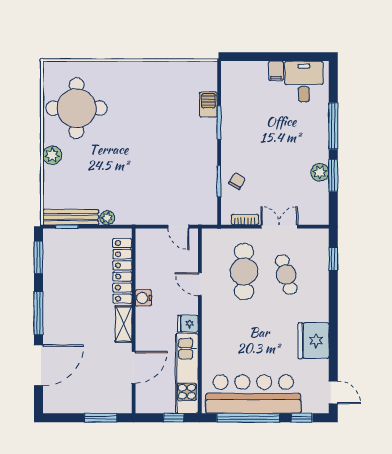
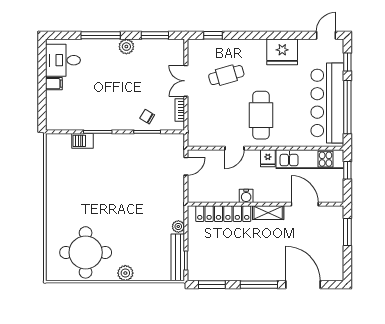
plant: (320, 172) -> (126, 47), moved
window: (333, 175) -> (155, 35), moved
cafe table: (244, 272) -> (261, 115), moved, turned 90

